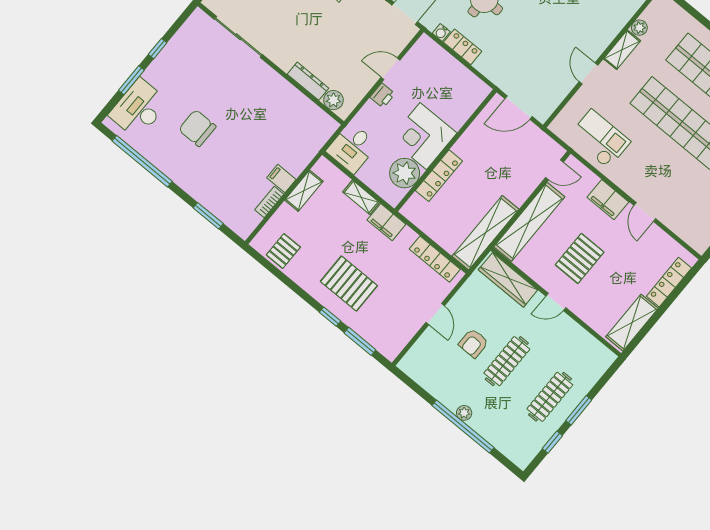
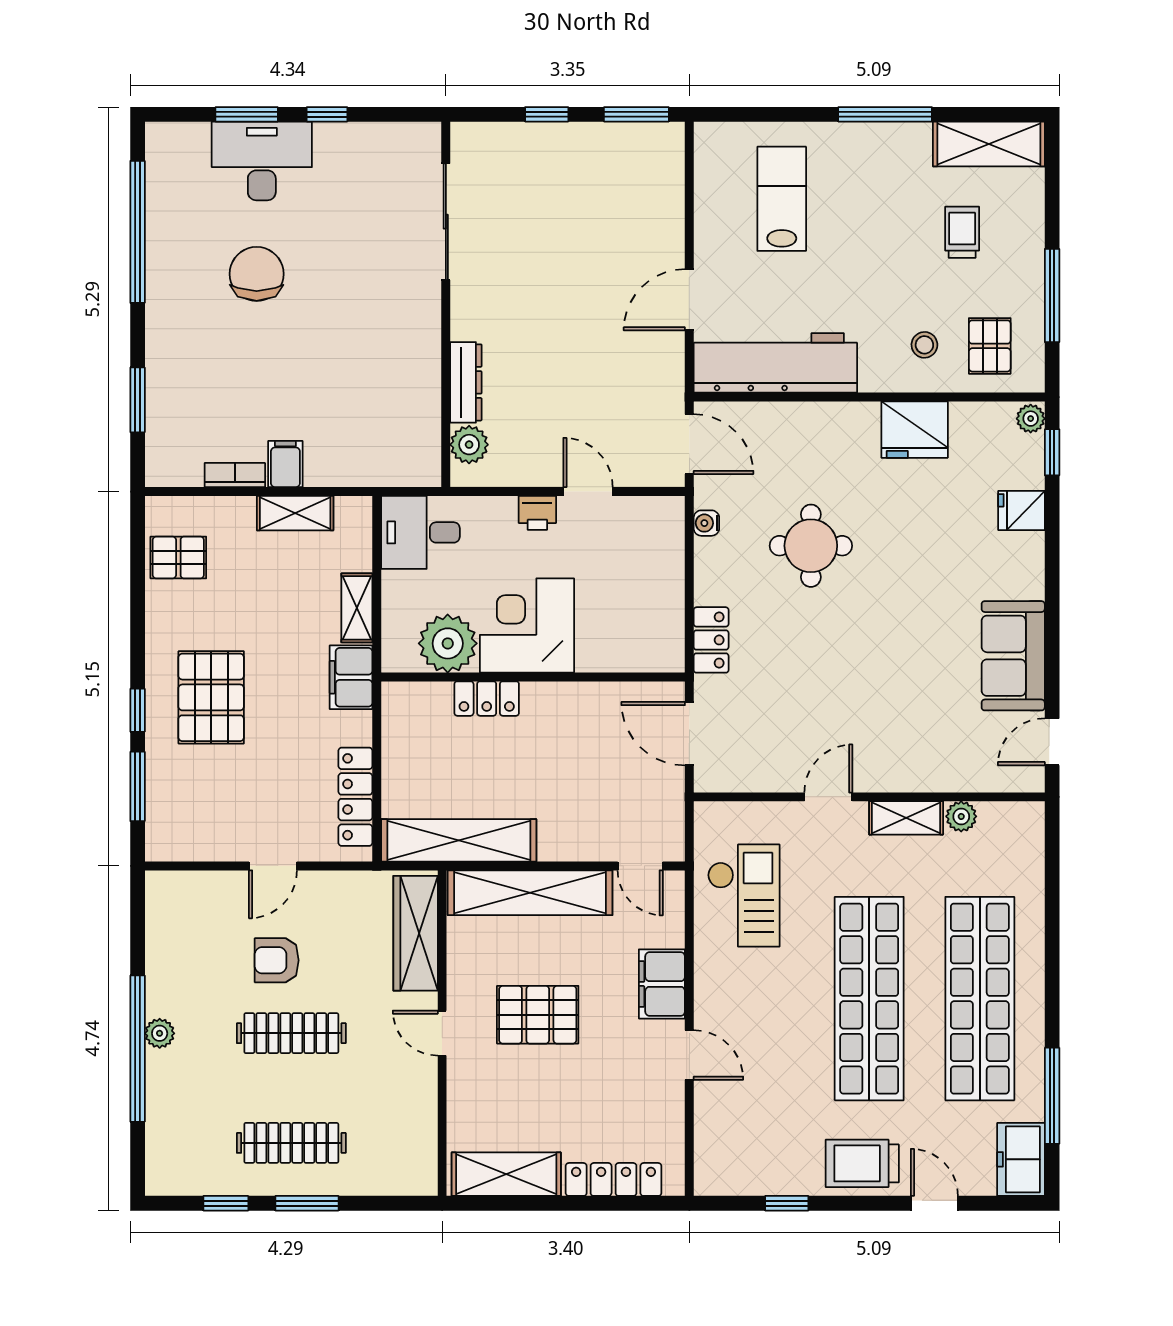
locker: (463, 47) -> (711, 640), moved
desk: (139, 109) -> (262, 161), moved
locker: (439, 176) -> (487, 699), width x0.66
door: (645, 212) -> (689, 1055), swing flipped

